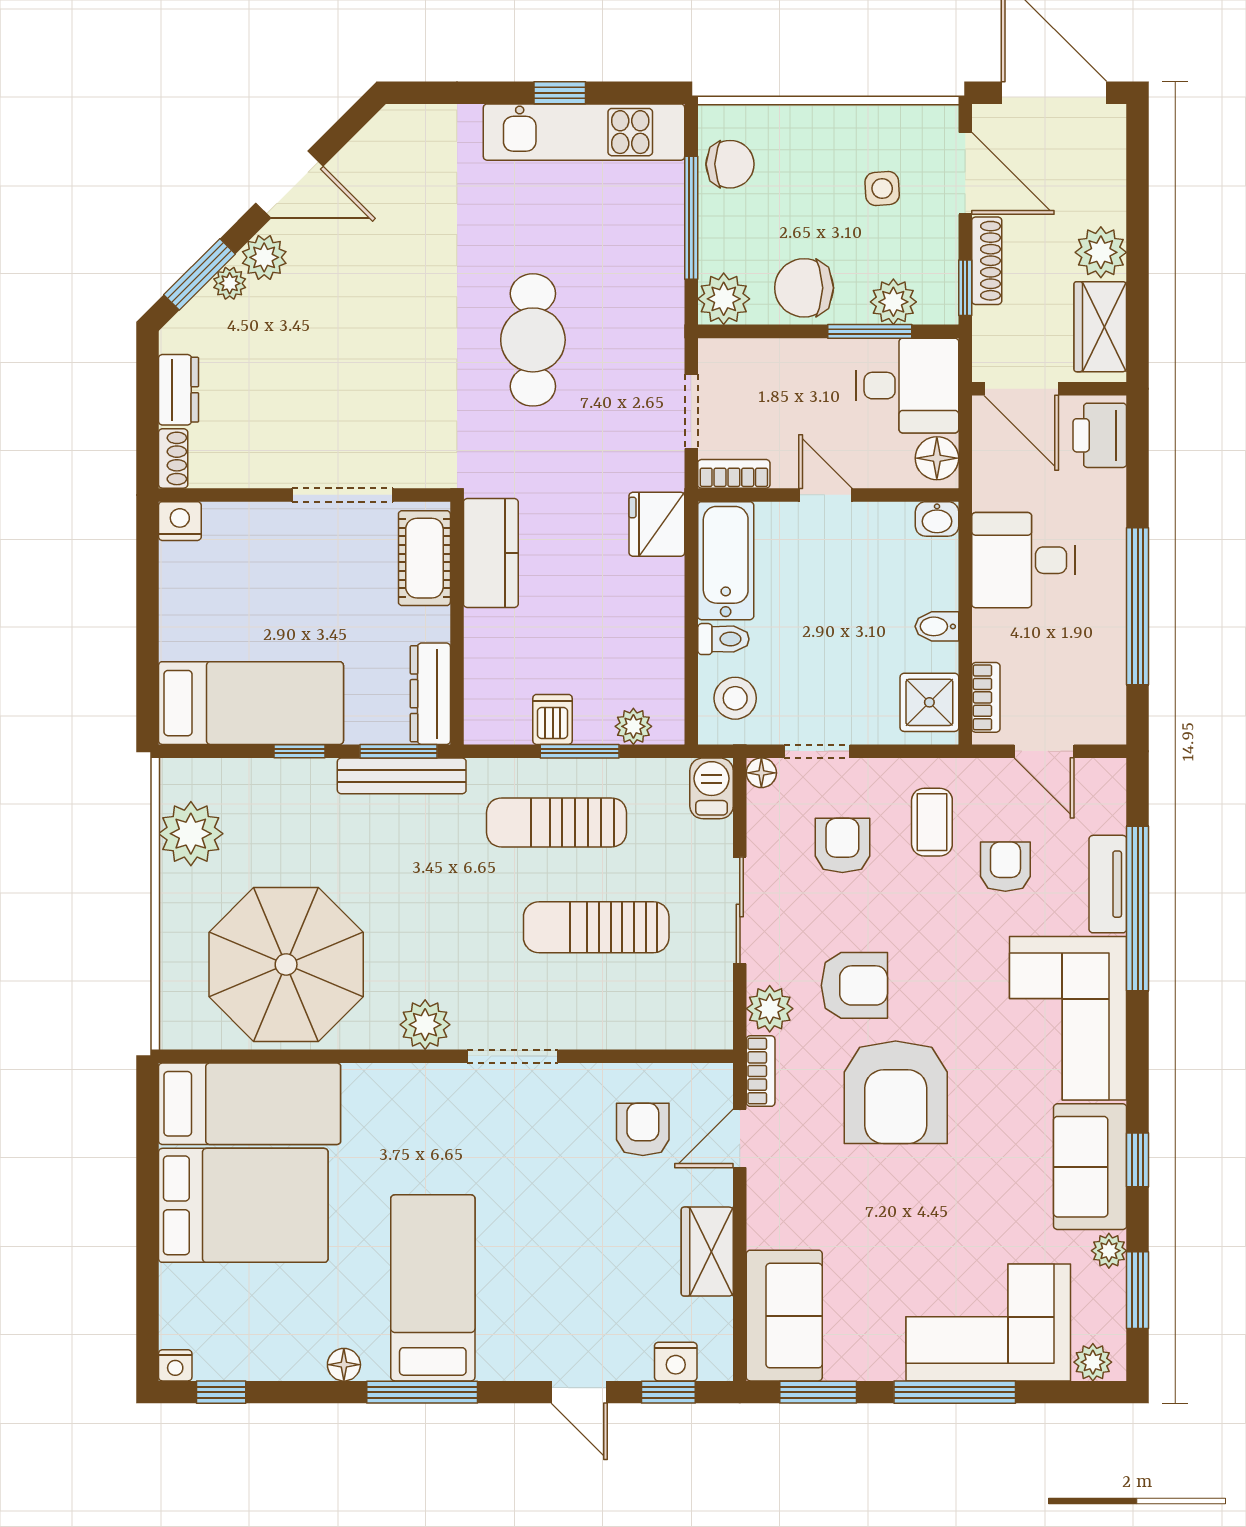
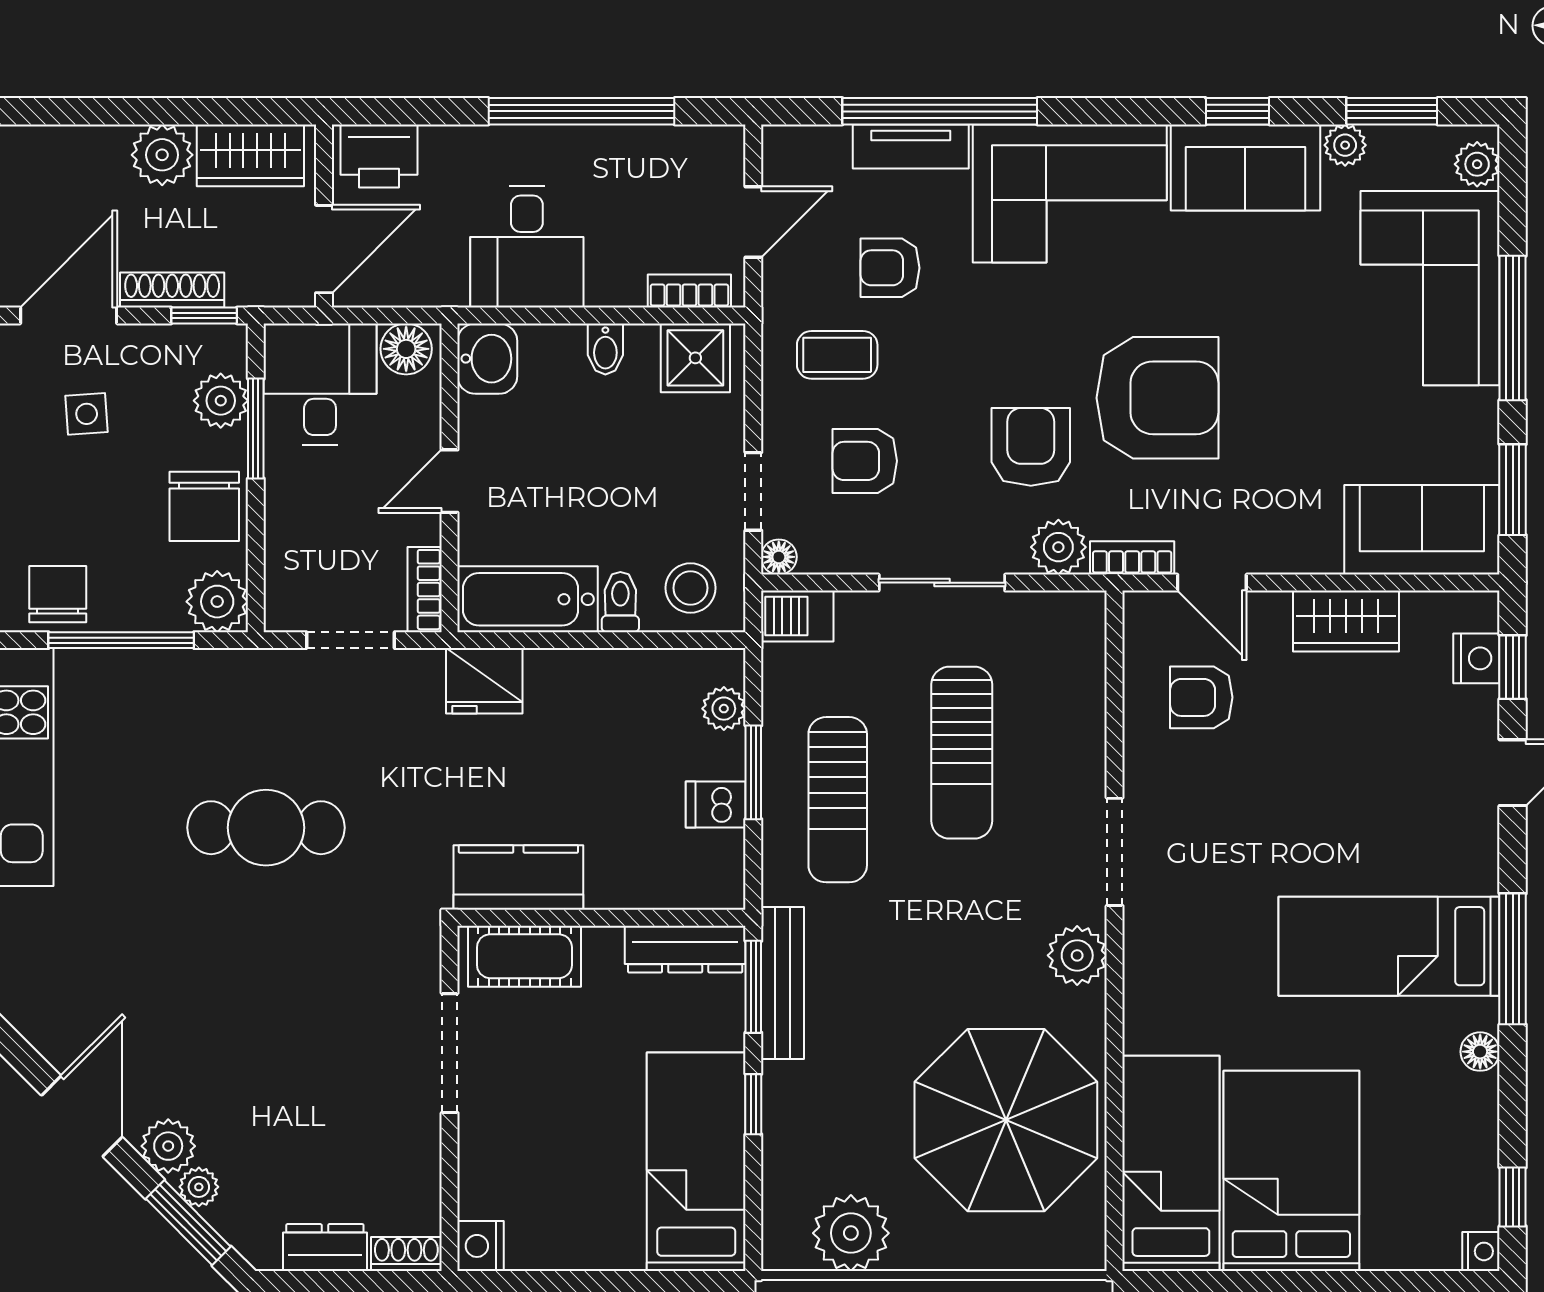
washbasin: (937, 519) -> (487, 359), width x1.38, depth x1.45

